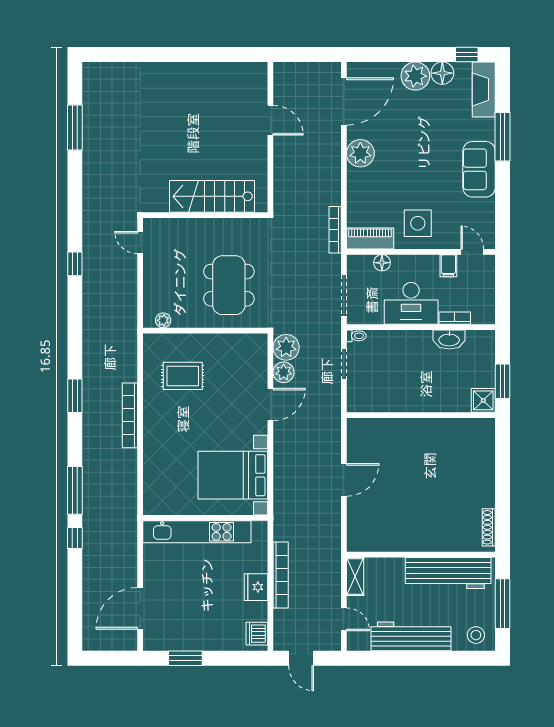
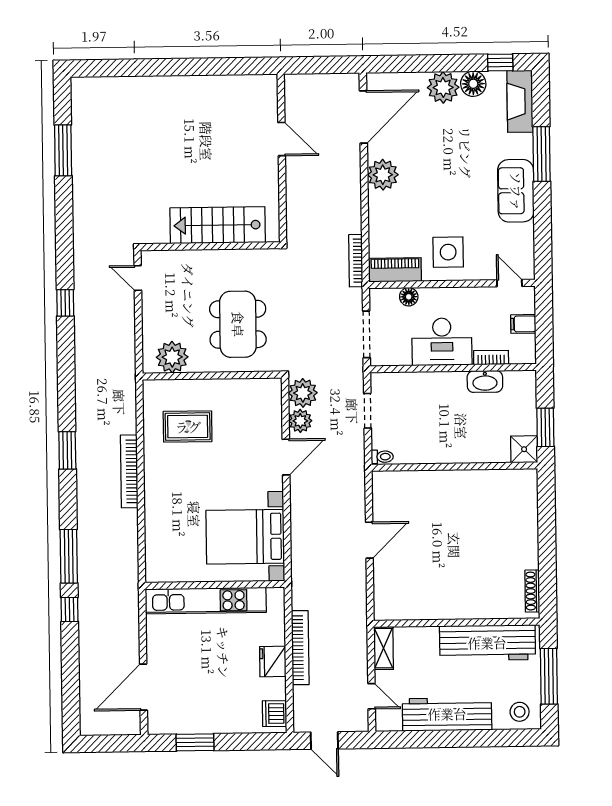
filing cabinet: (448, 266) -> (523, 324), moved, turned 90
plant: (163, 320) -> (172, 357), width x1.87, depth x1.87
toilet: (356, 336) -> (382, 457), moved

